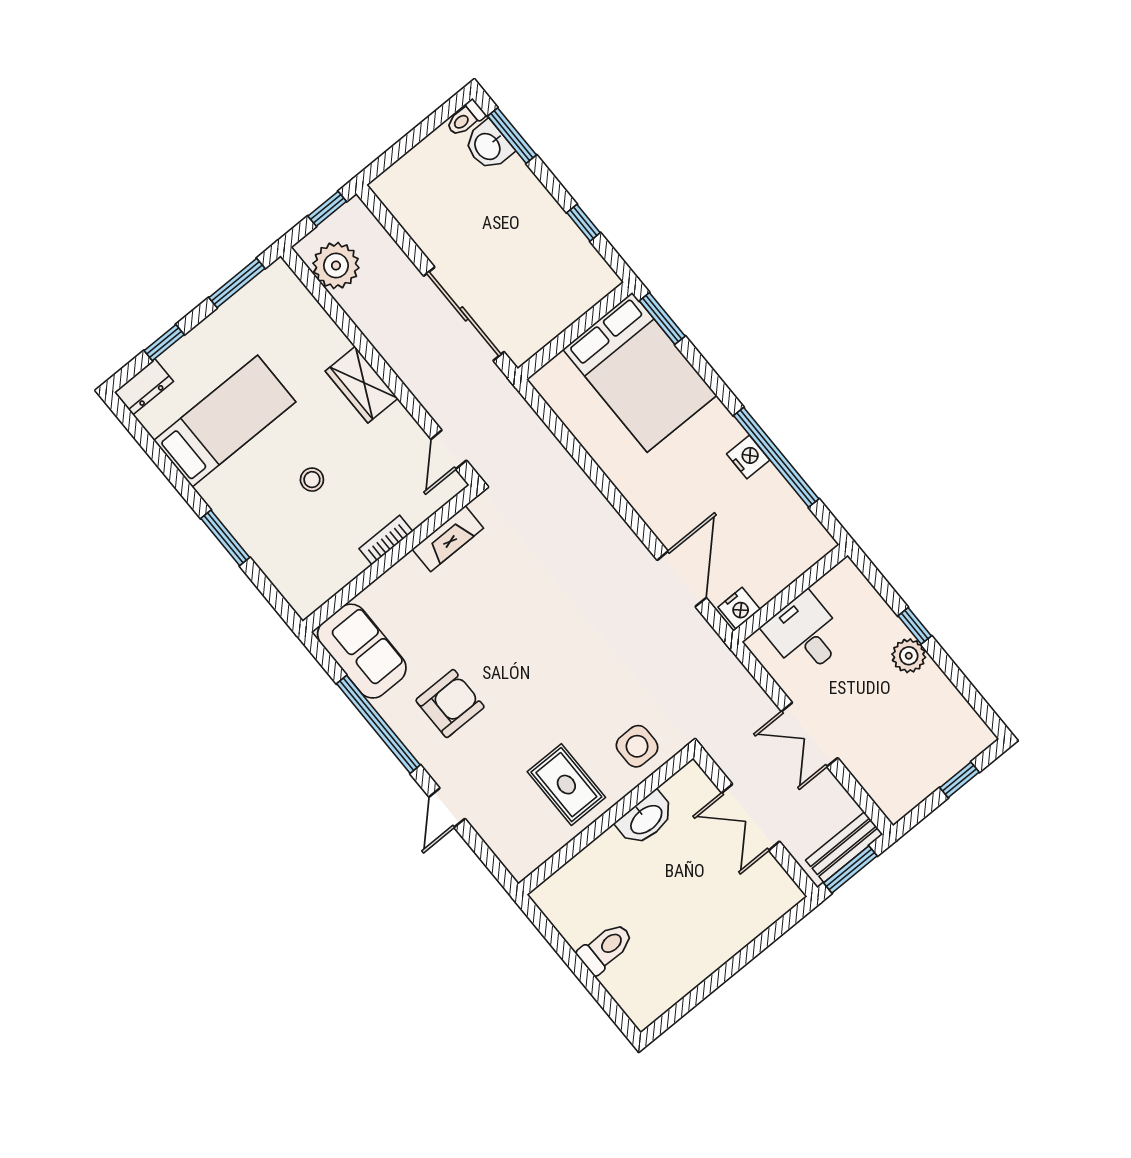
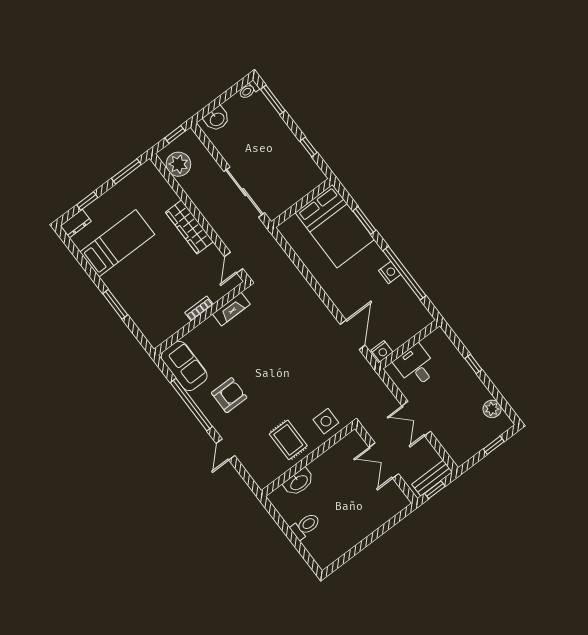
washbasin: (488, 146) -> (217, 119), moved, turned -90
window: (662, 318) -> (364, 220), moved
wardrobe: (362, 385) -> (189, 227), width x1.50
stool: (312, 480) -> (162, 275), removed
plant: (909, 656) -> (492, 409), moved
washbasin: (646, 819) -> (299, 482), moved
window: (850, 869) -> (435, 490), width x0.67

